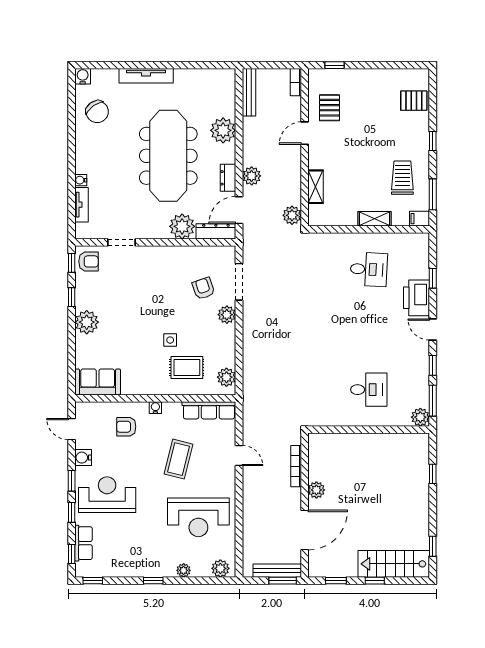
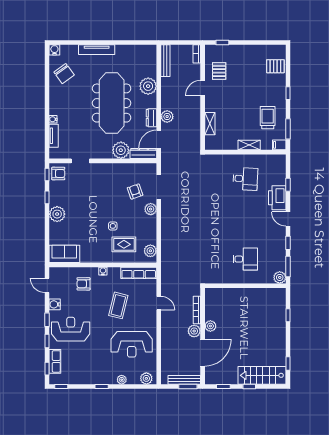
plant: (292, 215) -> (194, 331), moved

